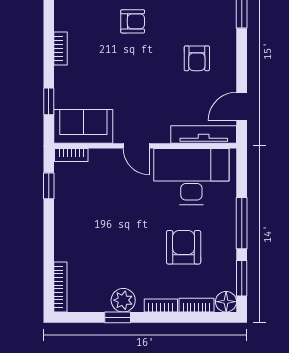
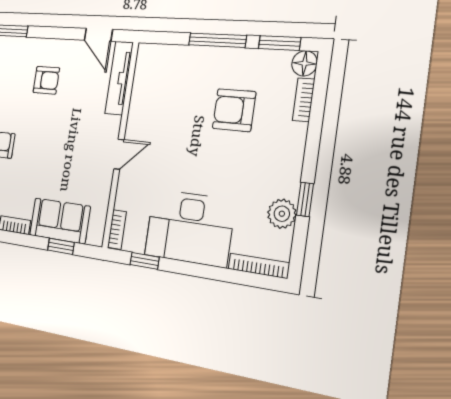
sofa: (83, 126) -> (60, 221), moved, turned 90
desk: (191, 177) -> (189, 228), moved, turned -90
plant: (123, 300) -> (282, 214), moved
bookcase: (161, 306) -> (298, 144), removed

